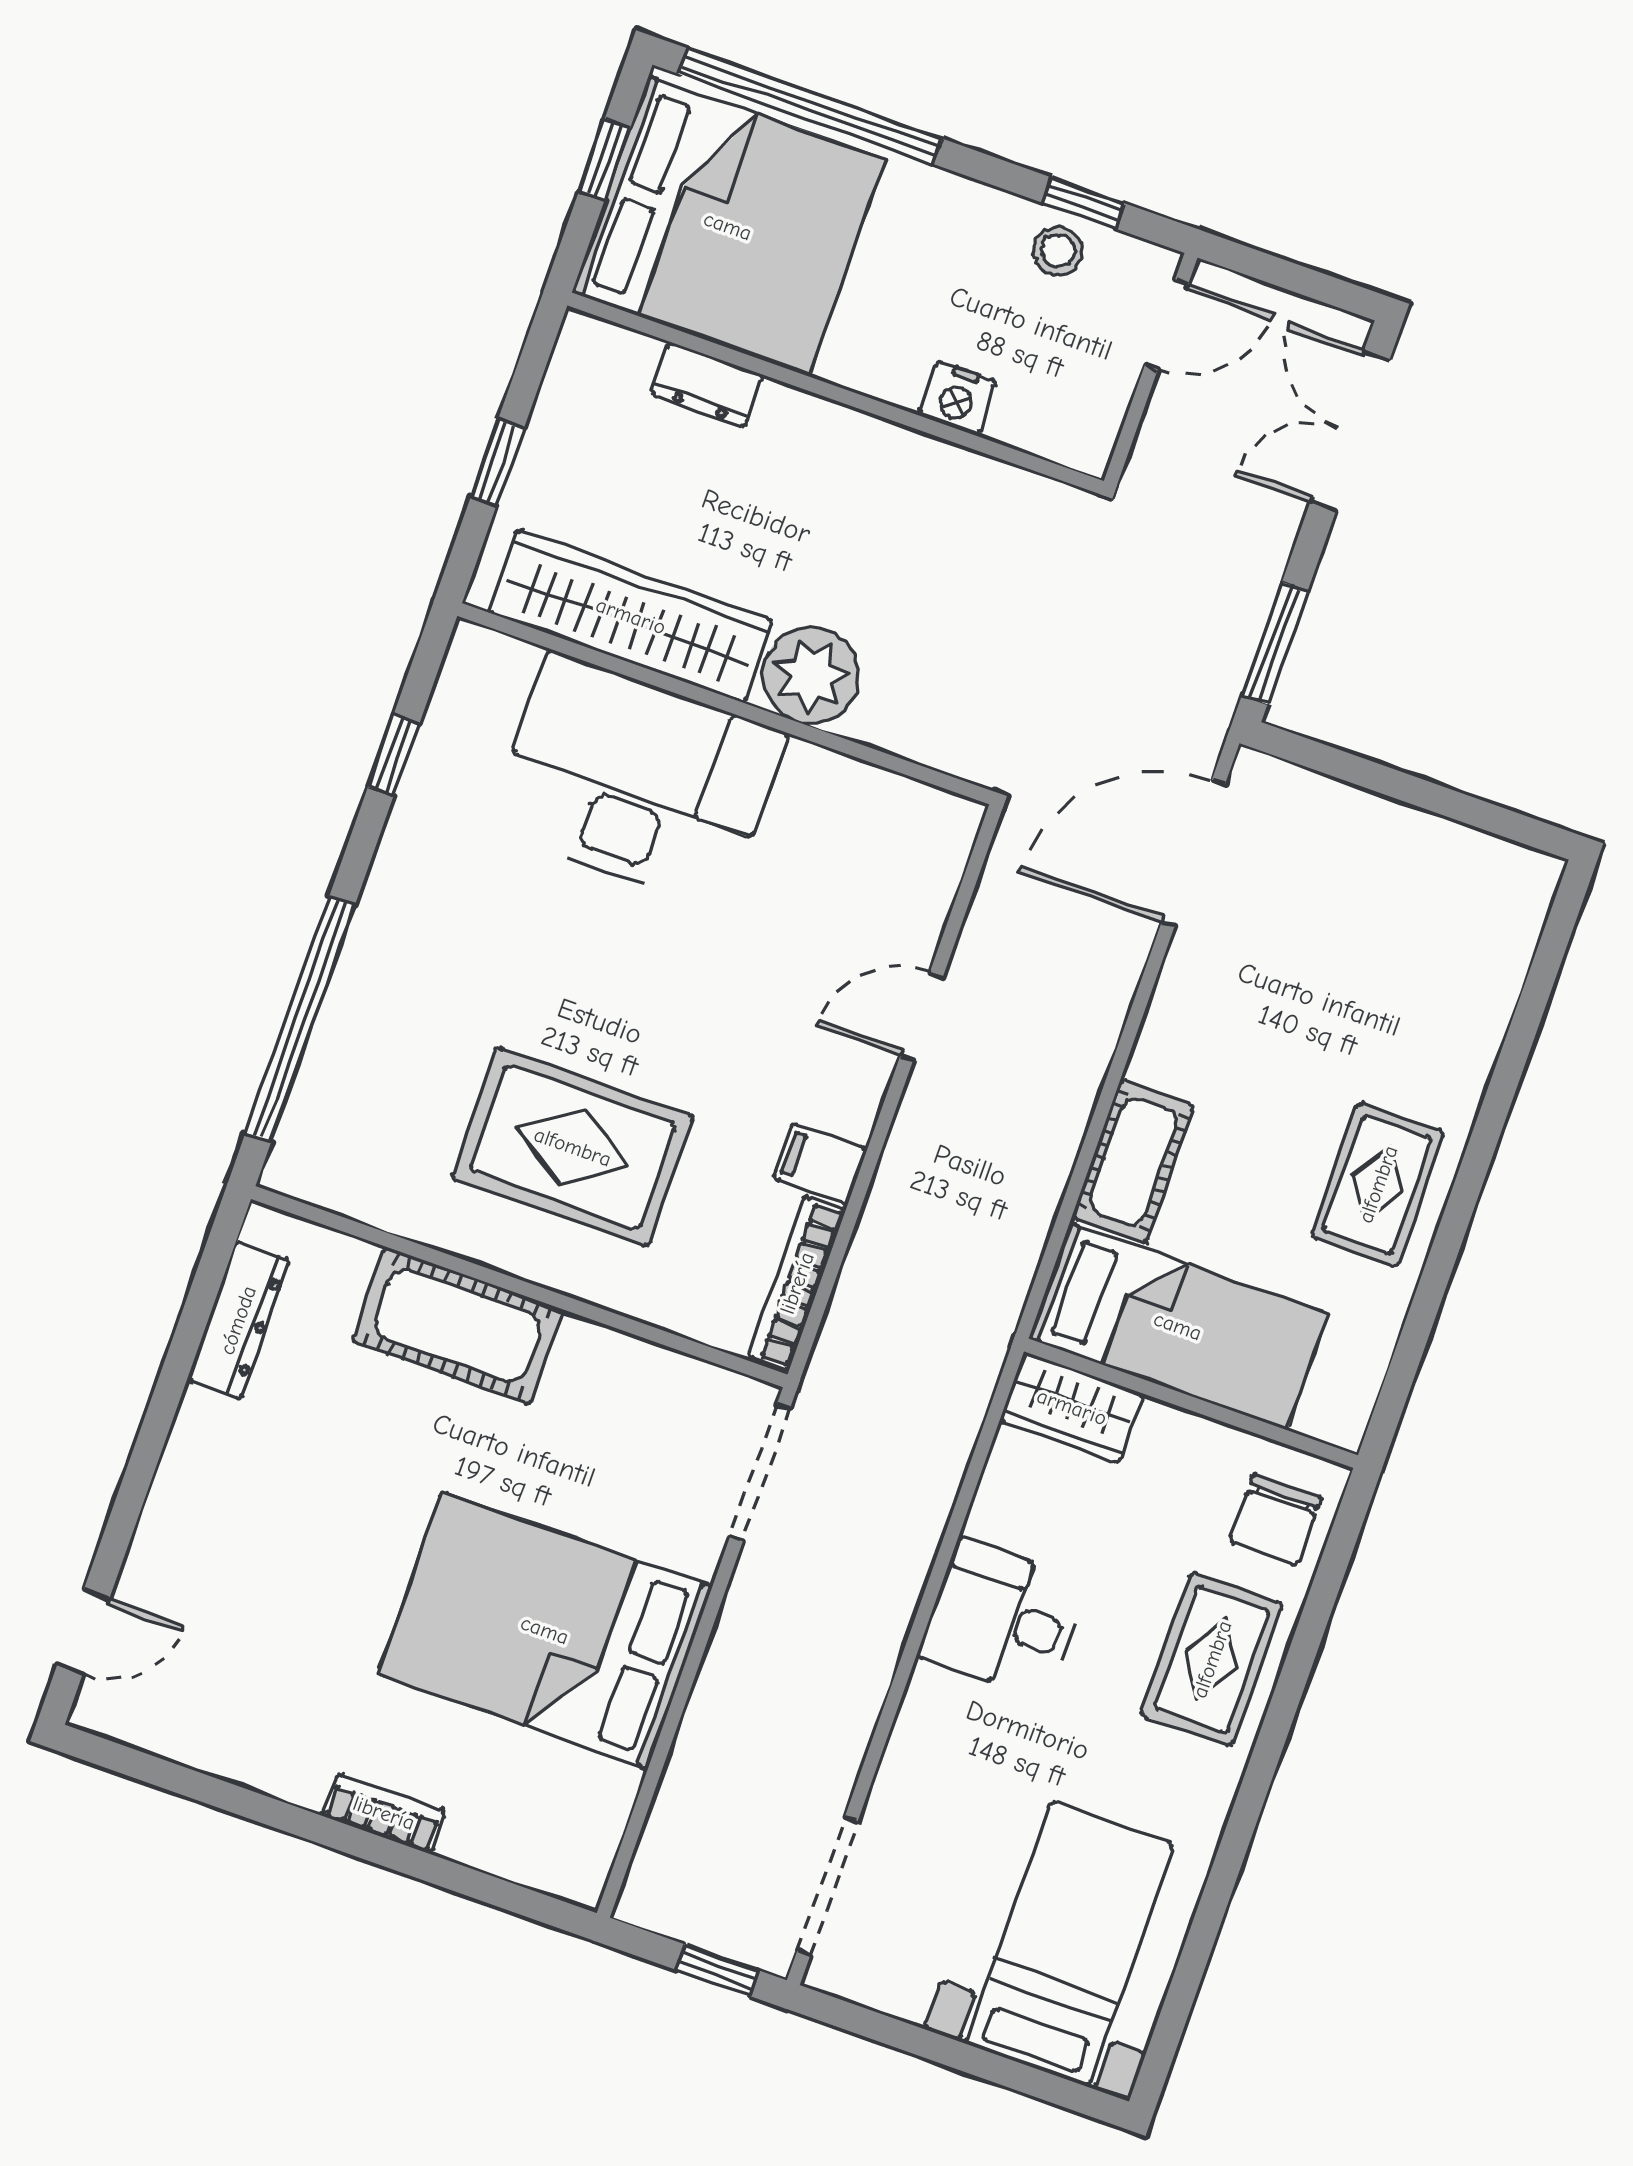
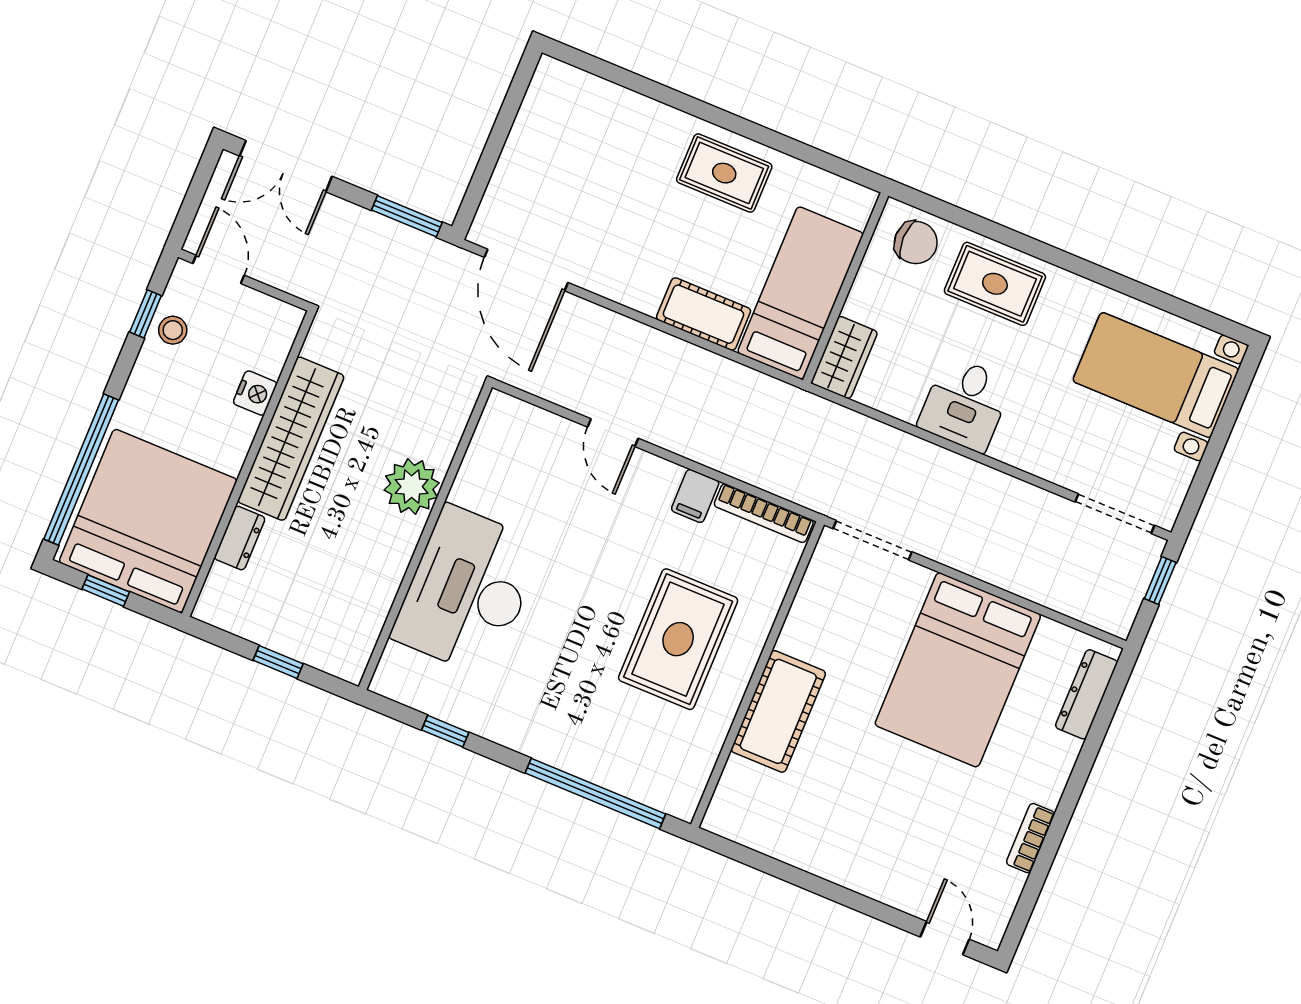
wardrobe: (631, 616) -> (291, 439), moved, turned 180
dresser: (238, 1320) -> (1086, 694), moved, turned -90
bookcase: (384, 1813) -> (1031, 838), moved

